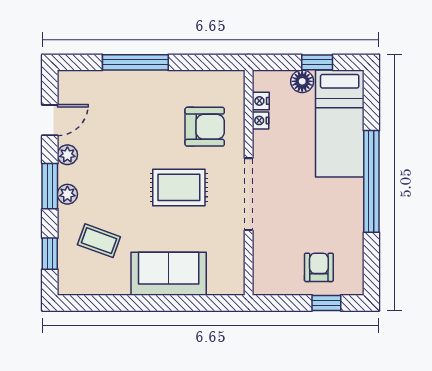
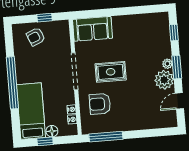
window: (135, 62) -> (106, 137), moved
plant: (67, 155) -> (164, 80), width x1.87, depth x1.87
coffee table: (99, 241) -> (149, 41), removed
armchair: (319, 267) -> (36, 37), turned 67
sofa: (169, 274) -> (93, 29), moved
window: (326, 303) -> (45, 18), moved

